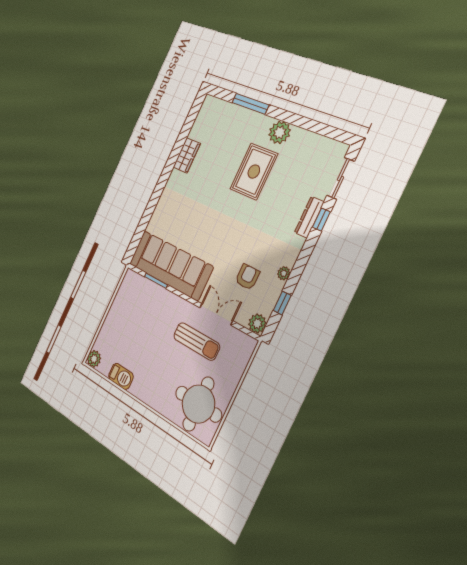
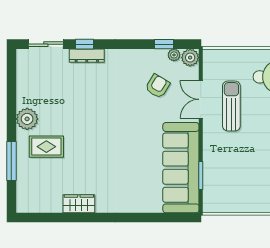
rug: (254, 172) -> (46, 147), moved, width x0.73, depth x0.70
plant: (284, 273) -> (174, 55), moved
armchair: (247, 277) -> (158, 86), turned 121

